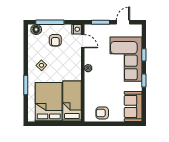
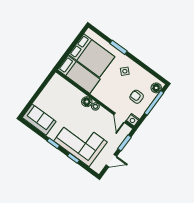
door: (123, 22) -> (111, 161), hinge flipped
door: (83, 41) -> (120, 118), hinge flipped
floor lamp: (89, 78) -> (87, 102), added
armchair: (102, 113) -> (52, 91), removed

